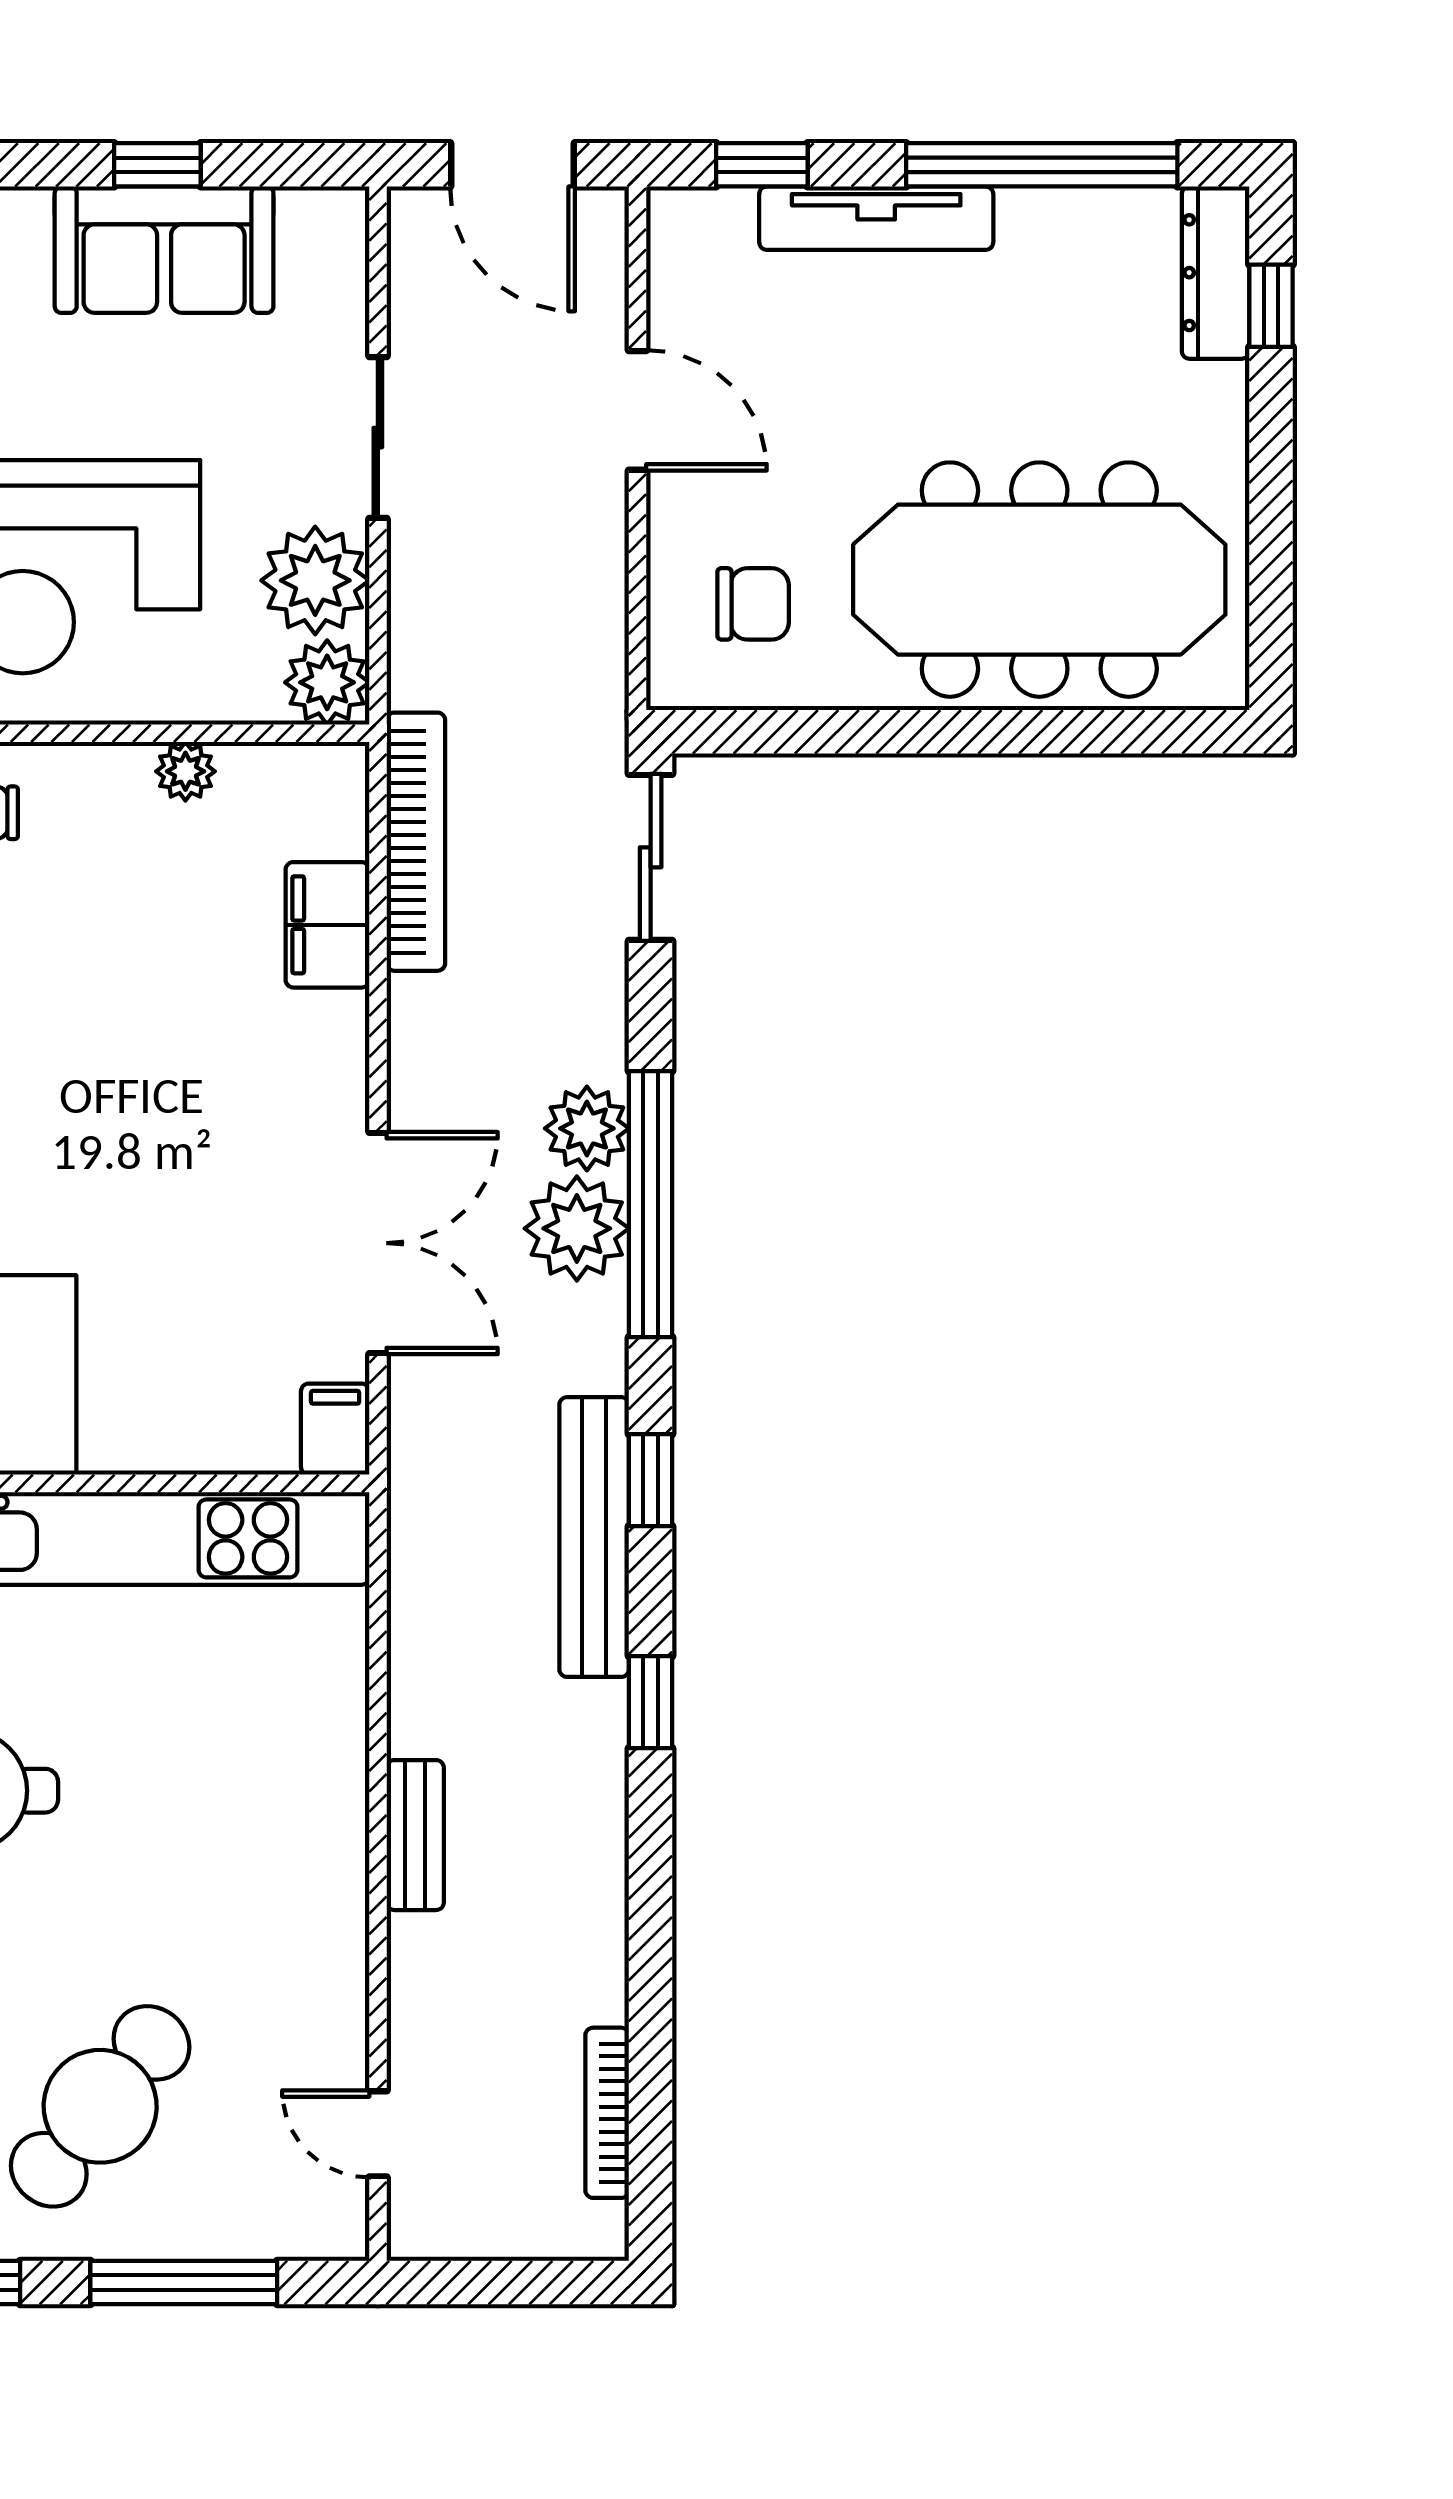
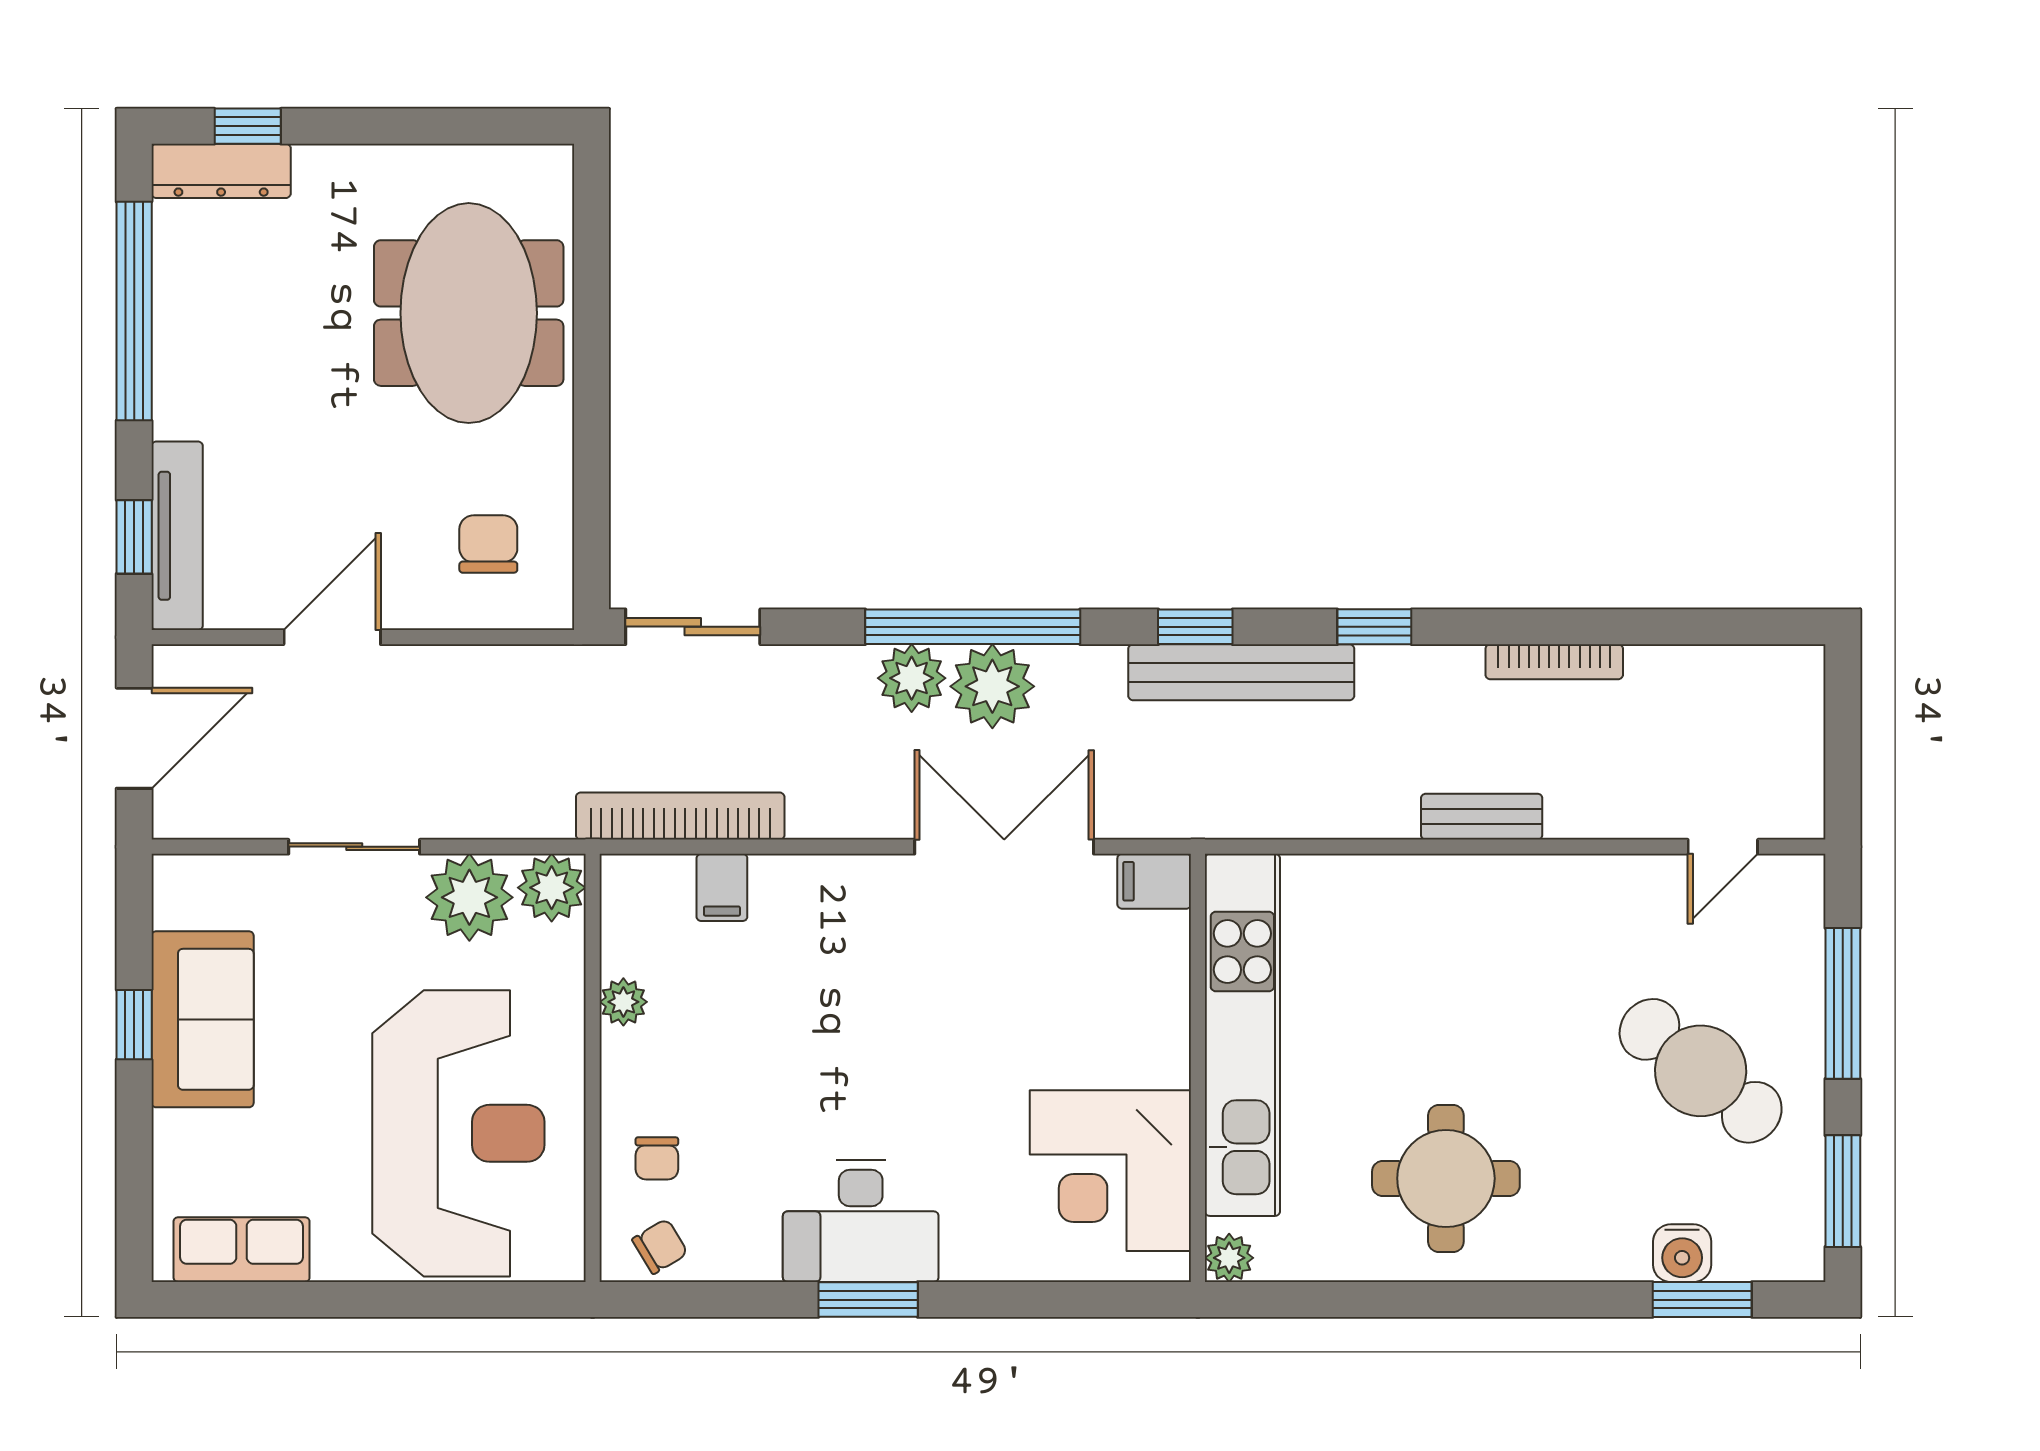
tv unit: (876, 218) -> (177, 536), moved
meeting table: (1039, 580) -> (469, 313), width x0.73
filing cabinet: (327, 925) -> (722, 887), width x0.50
bookcase: (607, 2113) -> (1554, 662), moved

